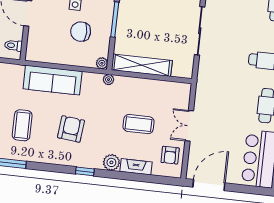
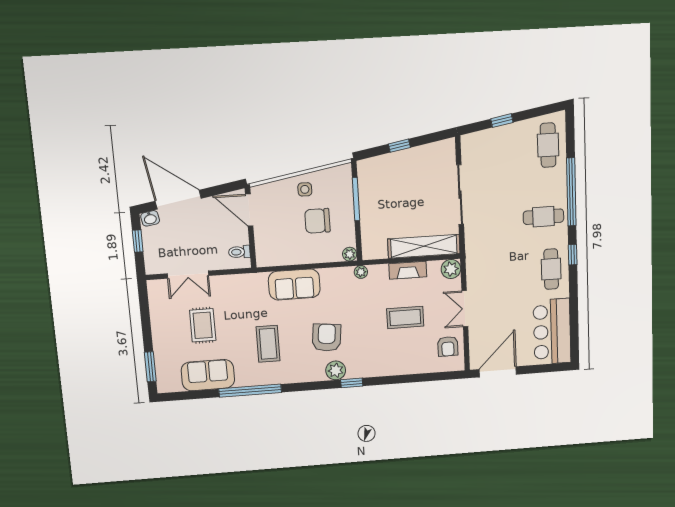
shelving: (142, 65) -> (424, 246), moved
sofa: (53, 80) -> (294, 285), width x0.73
plant: (183, 90) -> (451, 269), added
plant: (111, 162) -> (336, 370), moved
fireplace: (136, 167) -> (408, 270), moved, turned 180

